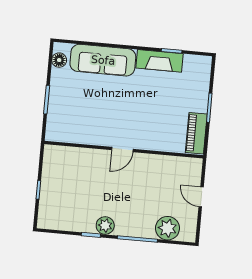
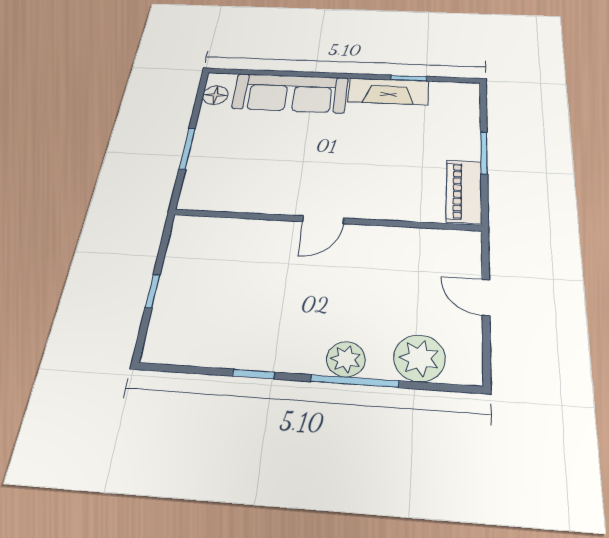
plant: (105, 226) -> (346, 359), moved

